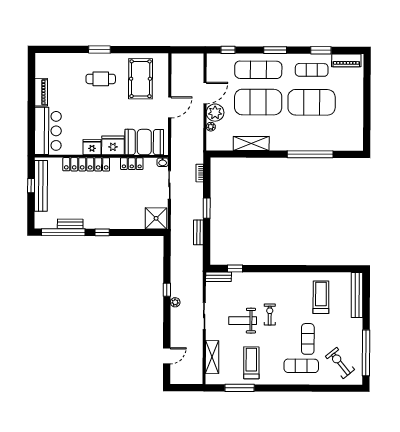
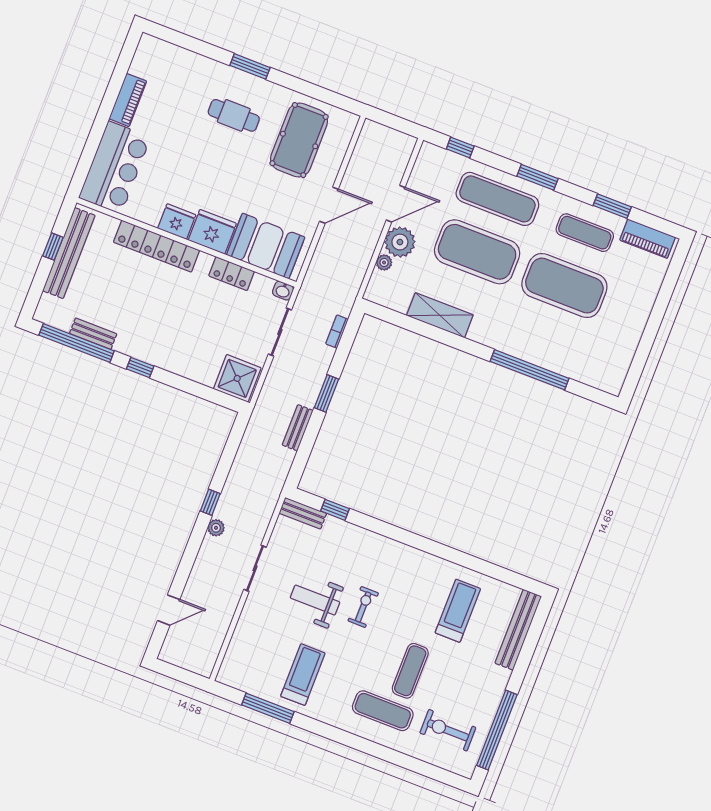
shelving: (212, 357) -> (242, 640), removed
exercise bike: (340, 363) -> (448, 730), turned -51

